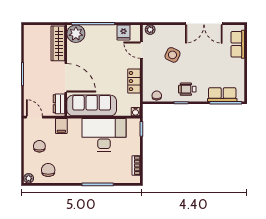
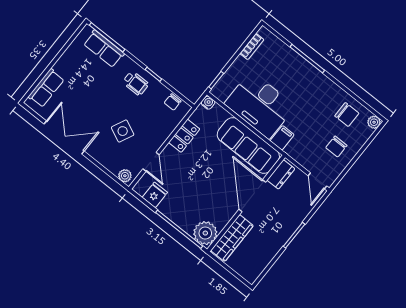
filing cabinet: (61, 126) -> (282, 138), moved
chair: (48, 170) -> (347, 115), turned -90

